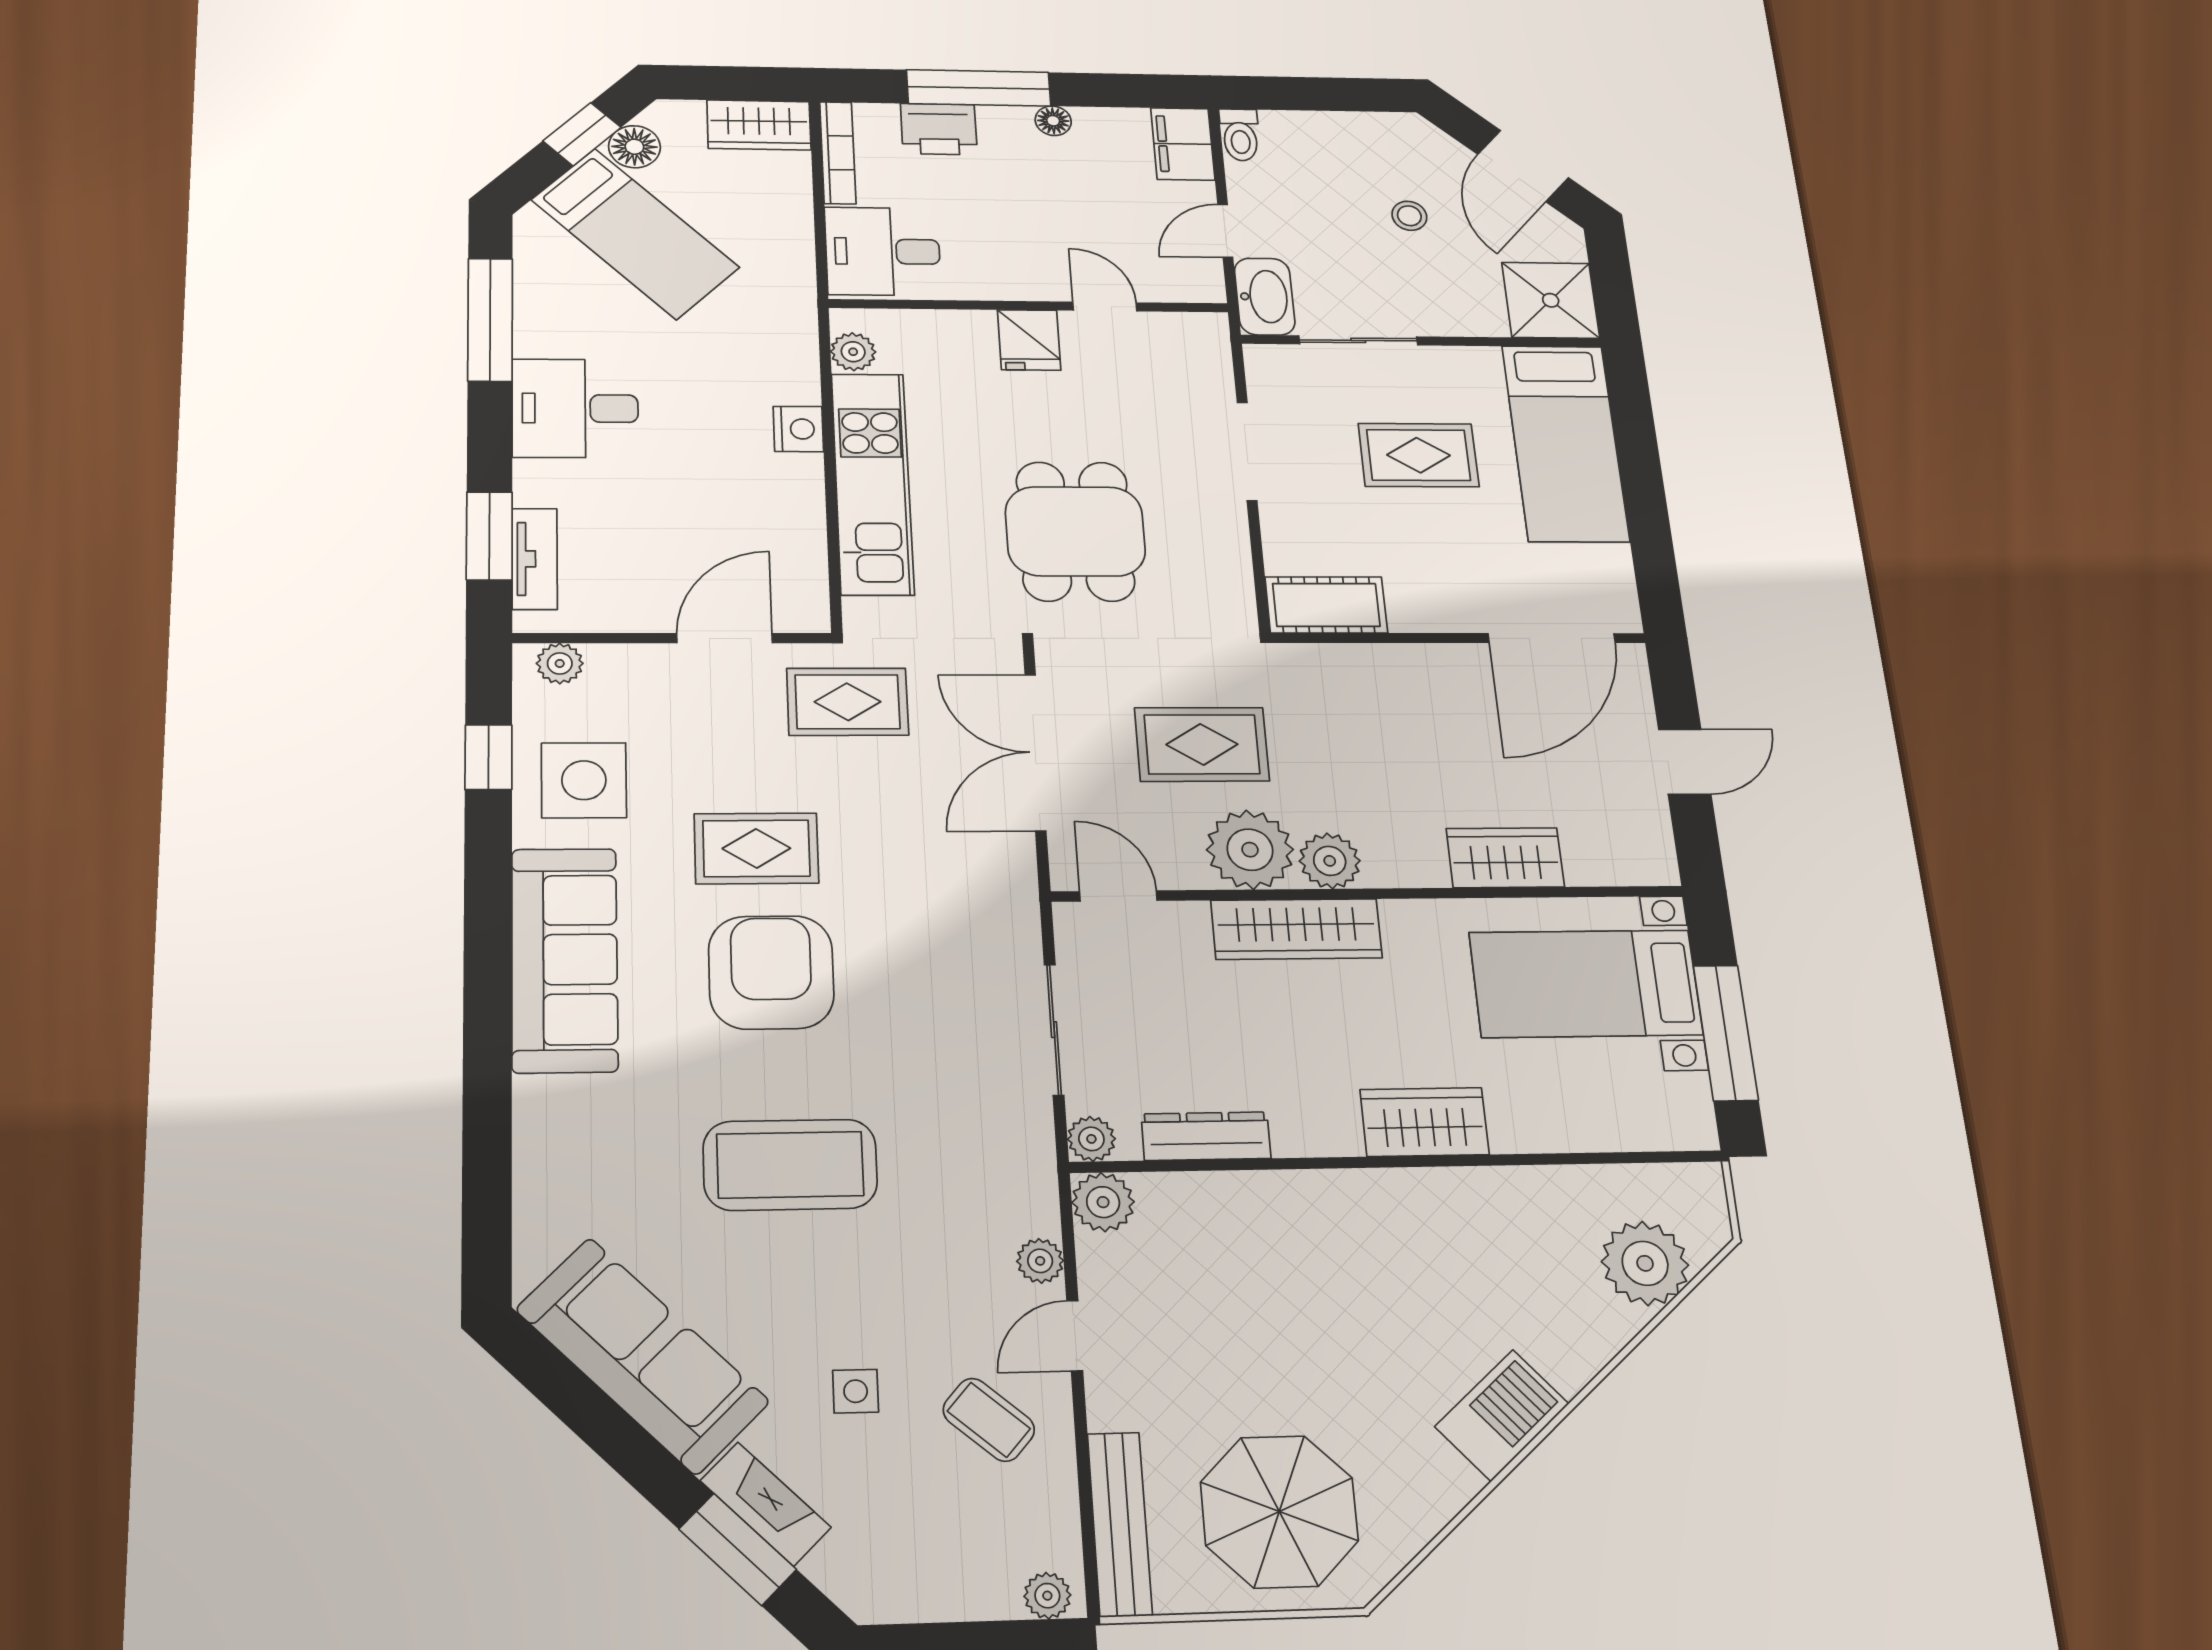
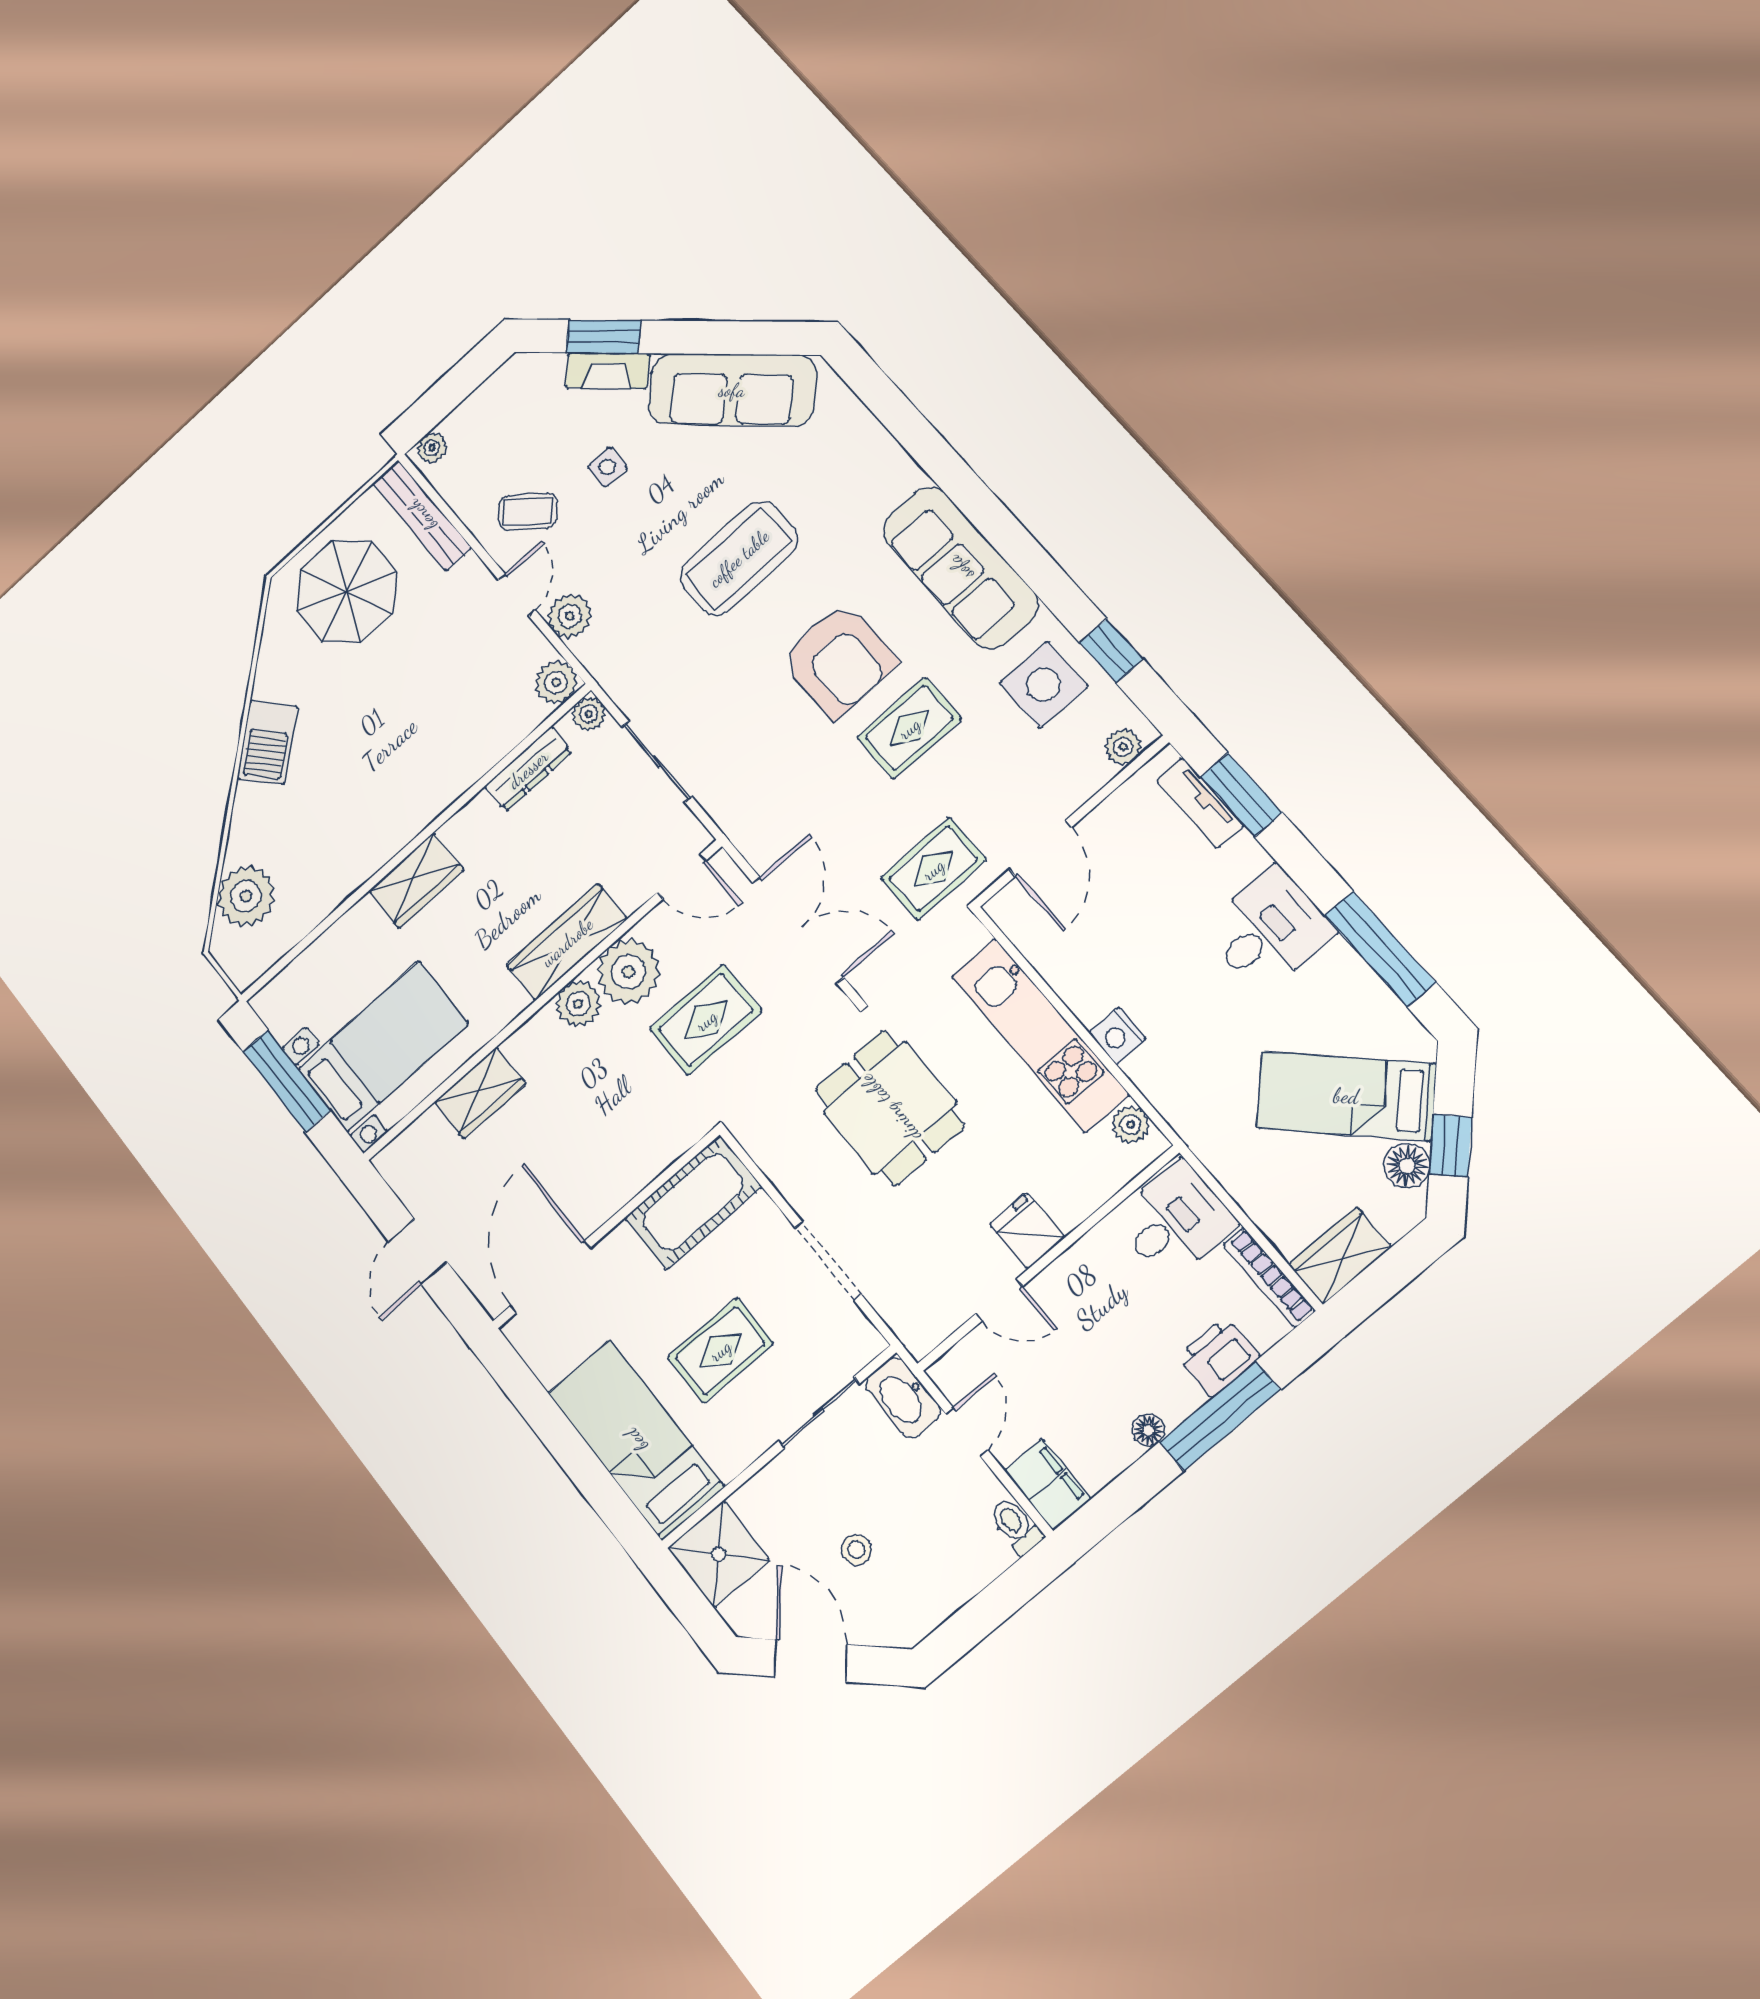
cot: (1326, 605) -> (693, 1202), width x1.37, depth x1.34
plant: (1040, 1261) -> (570, 616), width x1.38, depth x1.38

